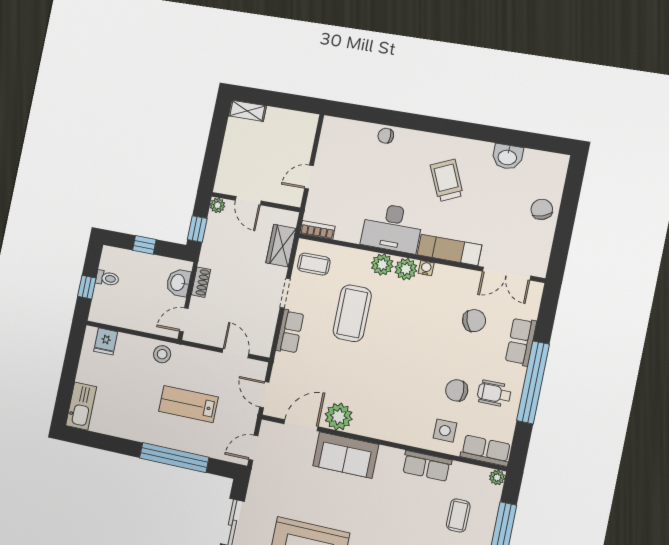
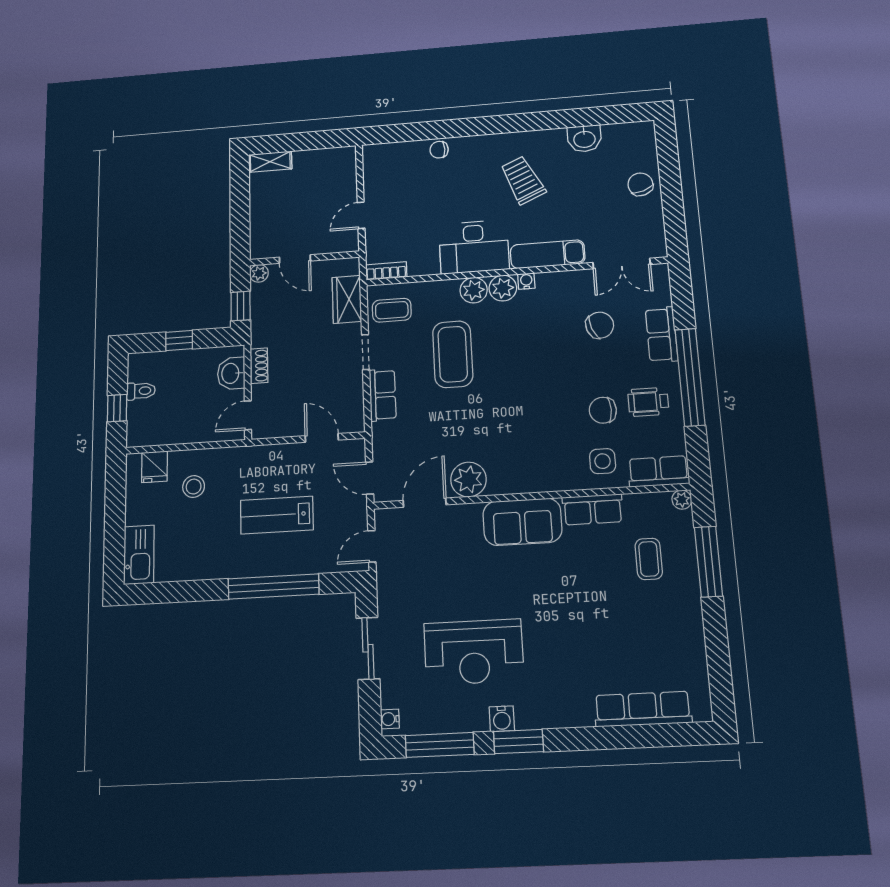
stool: (162, 354) -> (194, 487), moved
sofa: (346, 455) -> (522, 522), moved

